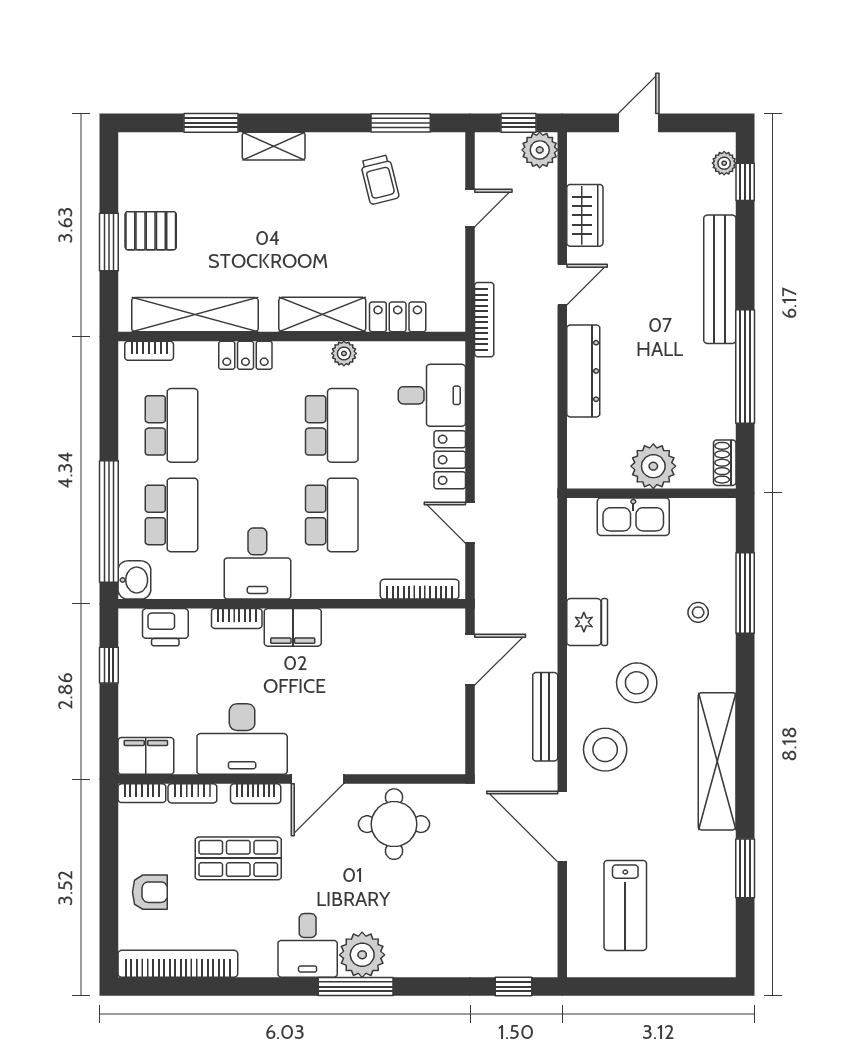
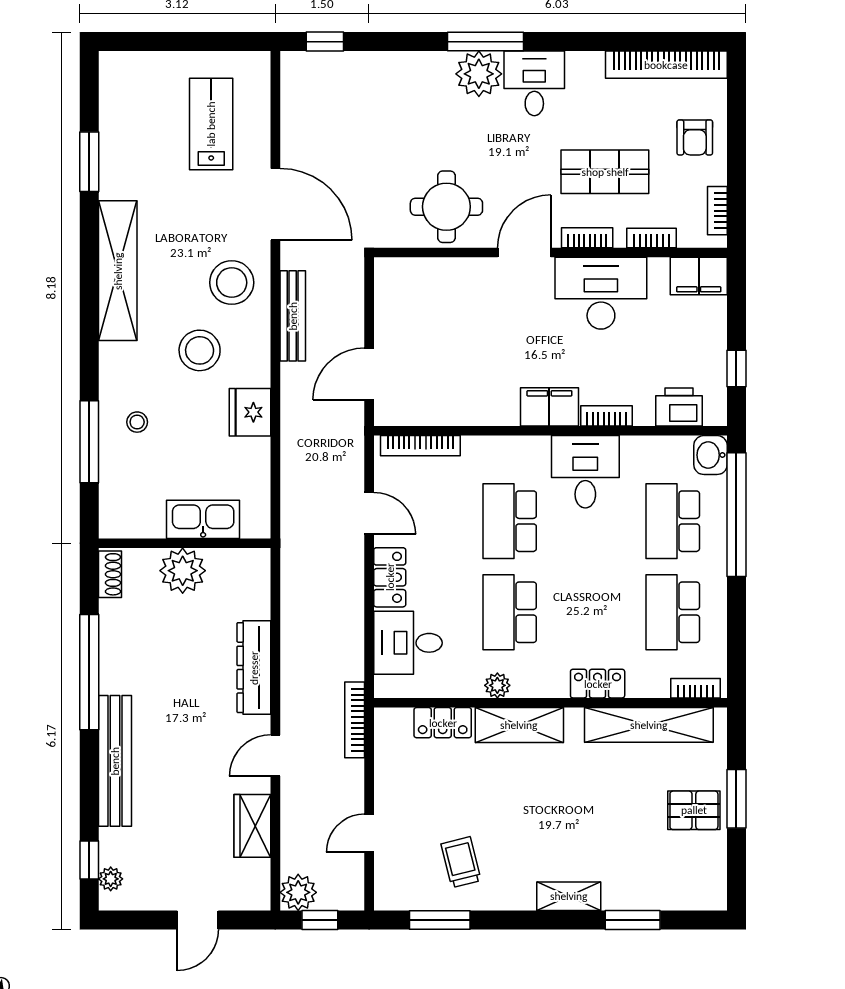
bookcase: (142, 793) -> (717, 211), moved, turned -90
armchair: (150, 892) -> (695, 137), turned -90

